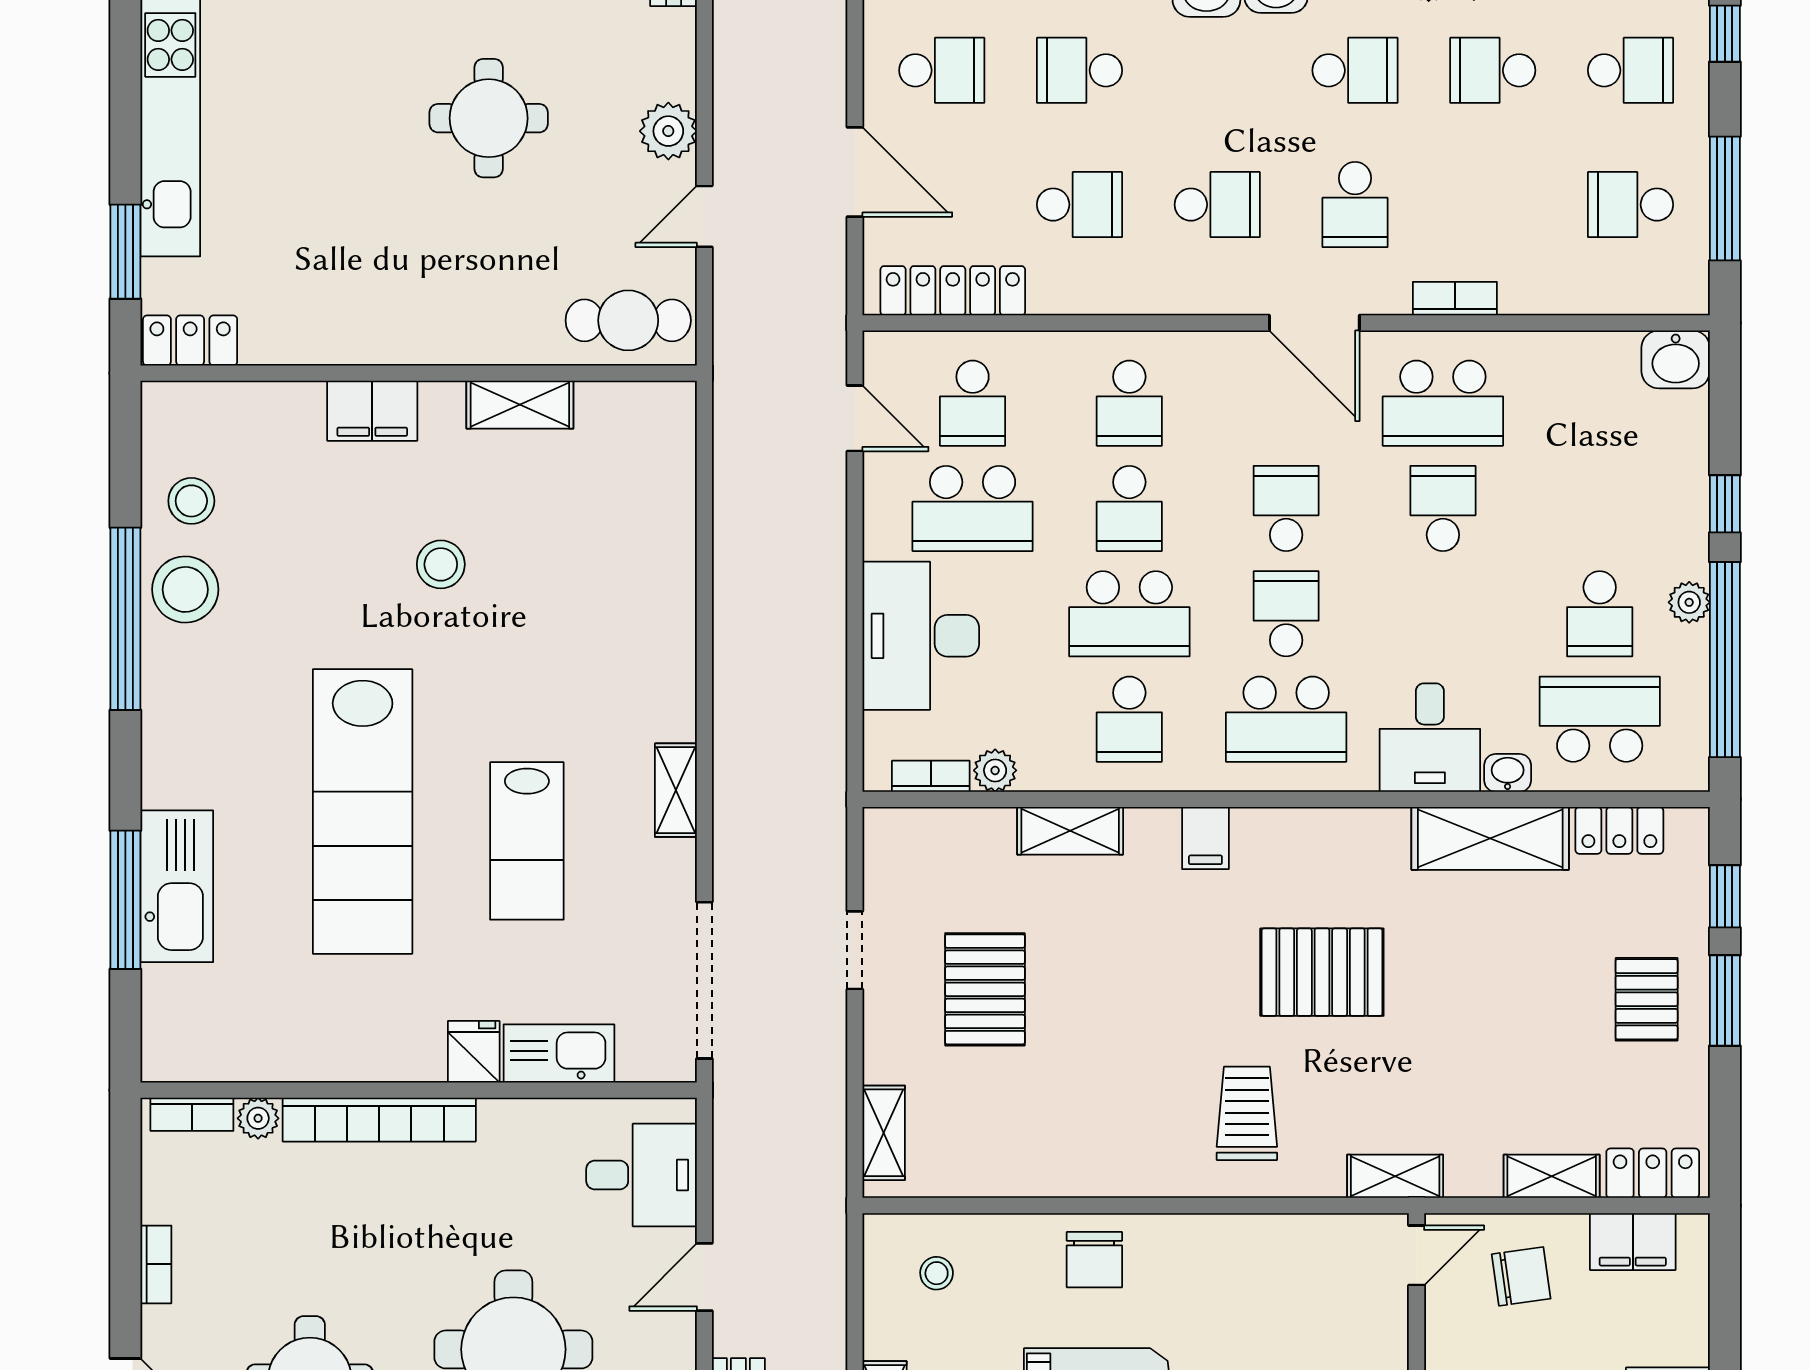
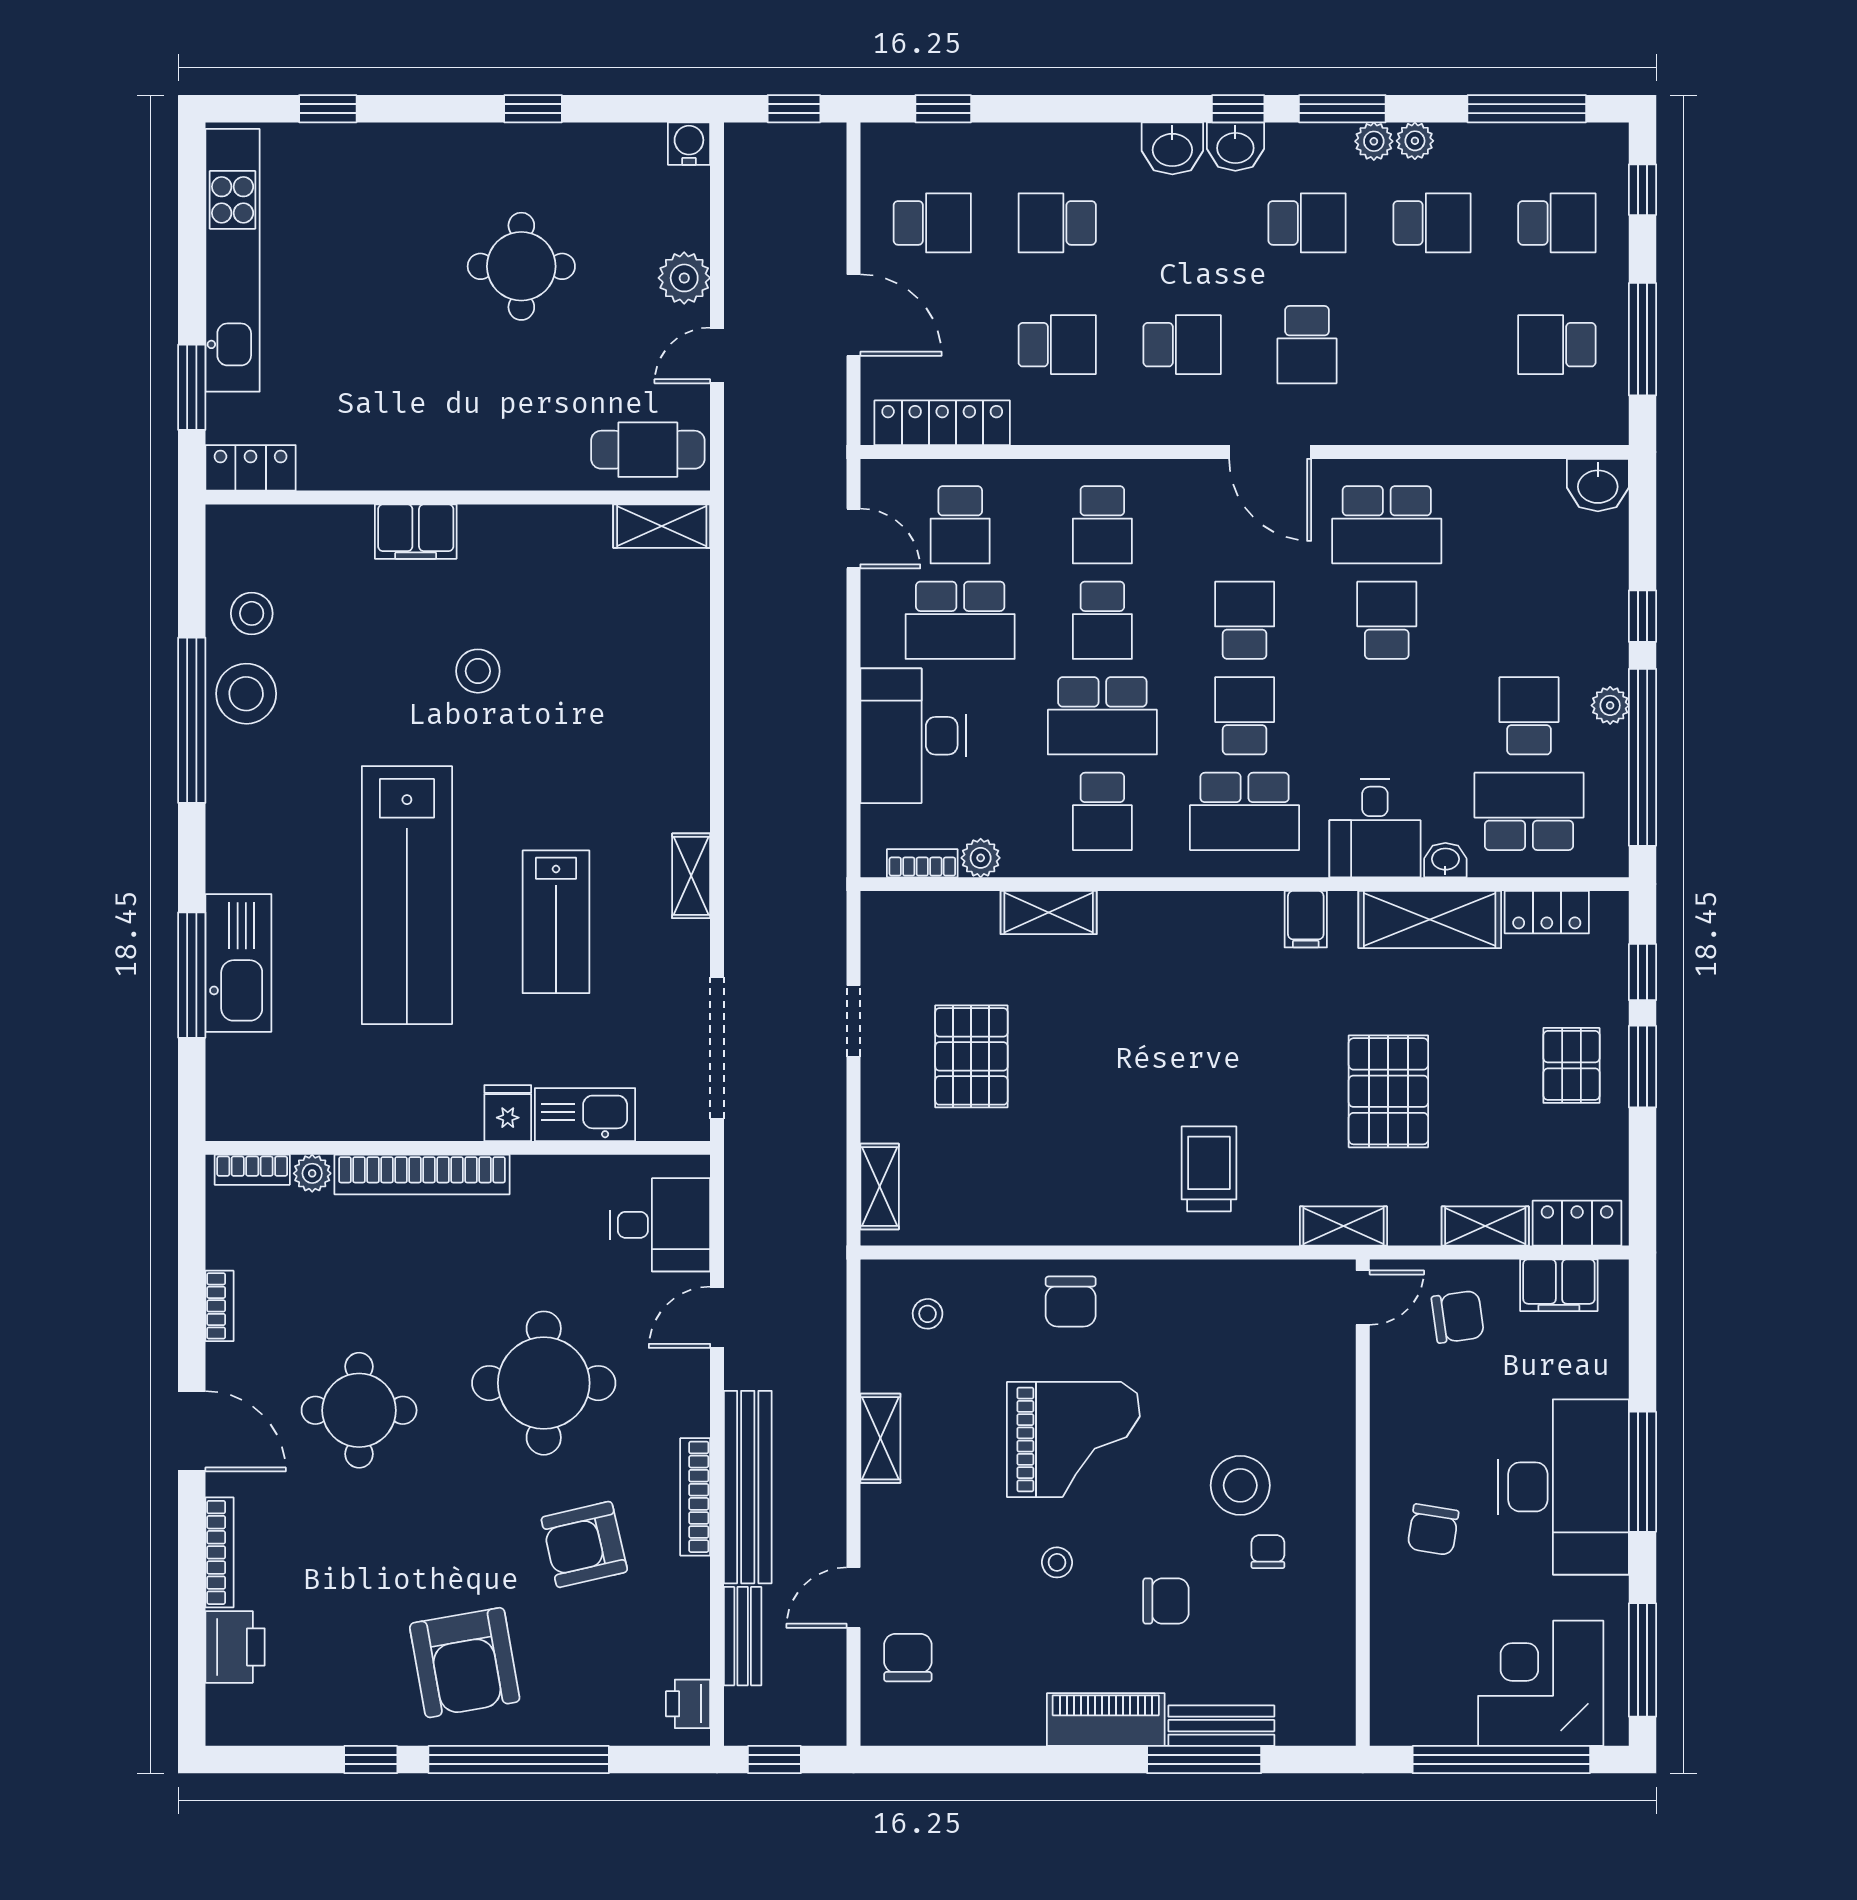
school desk: (1493, 70) -> (1432, 223), turned 180
bookcase: (1455, 299) -> (1398, 430), removed
shelving: (520, 405) -> (662, 526), moved
school desk: (1600, 614) -> (1529, 716), turned 180
filing cabinet: (1205, 838) -> (1306, 919), moved
pallet: (1322, 972) -> (1388, 1091), moved, turned 90

